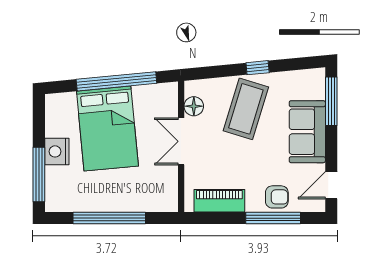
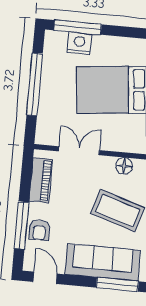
sofa: (307, 132) -> (103, 262), width x1.36
double door: (181, 141) -> (79, 151), moved
nightstand: (57, 151) -> (79, 43), moved

